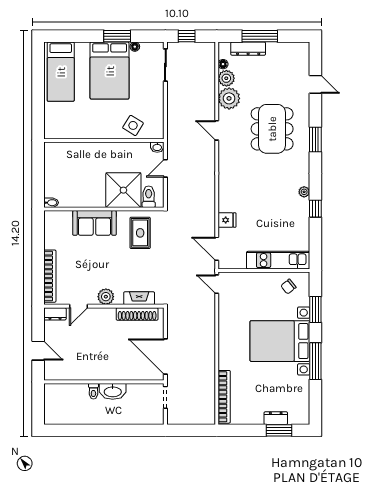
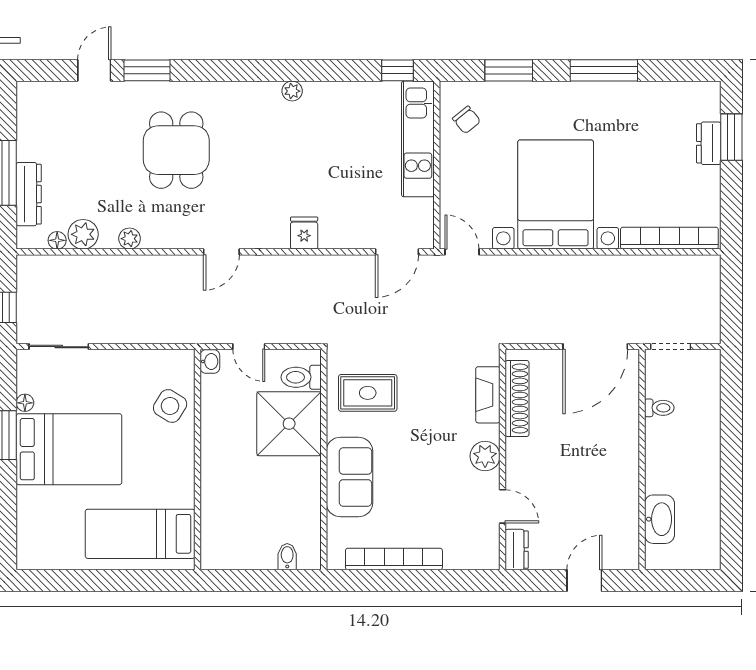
bed: (61, 72) -> (140, 534), moved, turned 180
plant: (229, 98) -> (130, 239), width x0.53, depth x0.53
dining table: (272, 129) -> (176, 150), width x0.73
door: (217, 130) -> (221, 252), moved
window: (315, 139) -> (147, 70), moved
bidet: (51, 203) -> (287, 557), moved
window: (315, 209) -> (397, 70), moved
fridge: (227, 220) -> (304, 233), moved
bookcase: (50, 276) -> (394, 559), moved
door: (217, 284) -> (462, 252), swing flipped
bed with nightstands: (280, 341) -> (556, 195), moved, turned 180
toilet: (93, 391) -> (659, 408), moved
washbasin: (113, 391) -> (659, 519), moved

